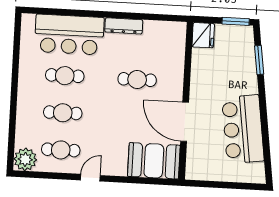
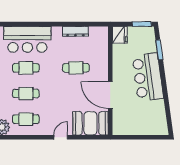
dresser: (124, 26) -> (75, 31), moved
bar counter: (243, 129) -> (148, 77), moved
door: (90, 178) -> (61, 137), moved

